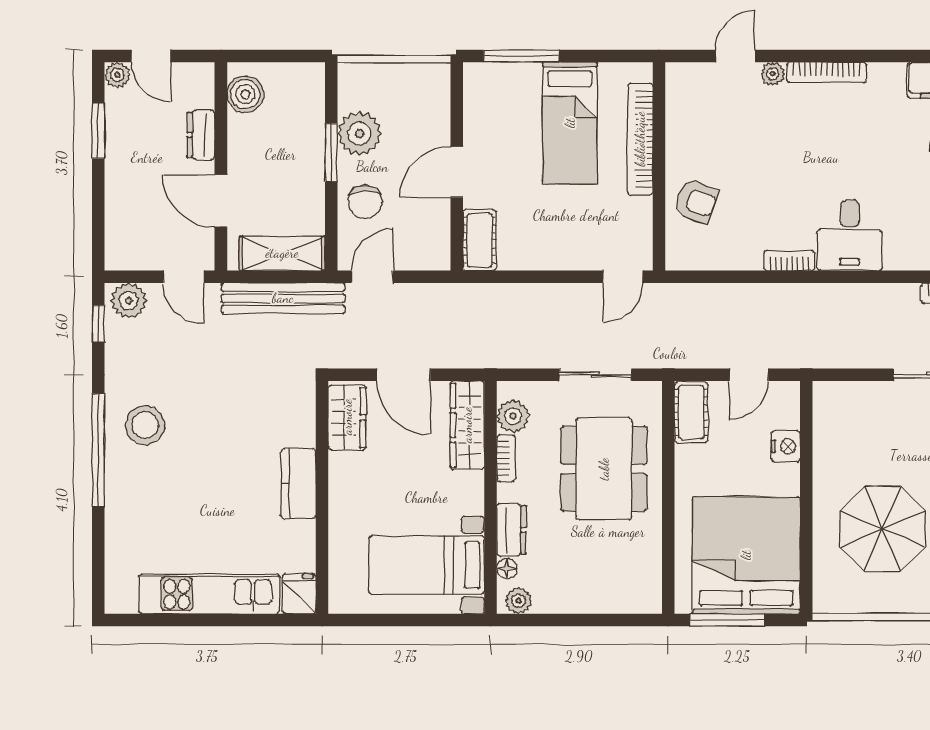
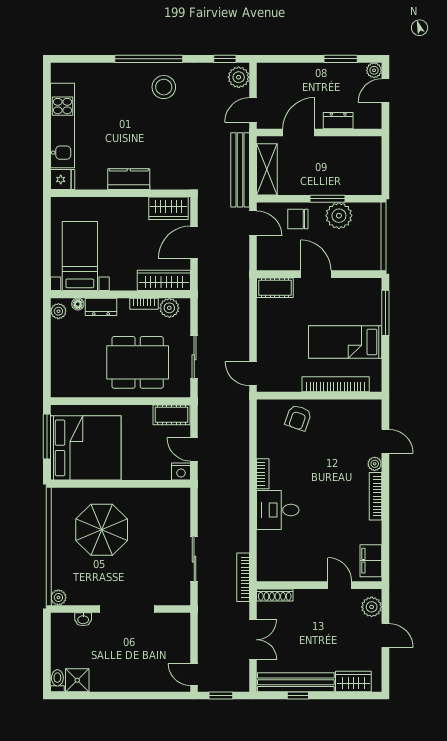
boiler: (245, 94) -> (363, 147), removed
nightstand: (786, 446) -> (181, 472), moved

